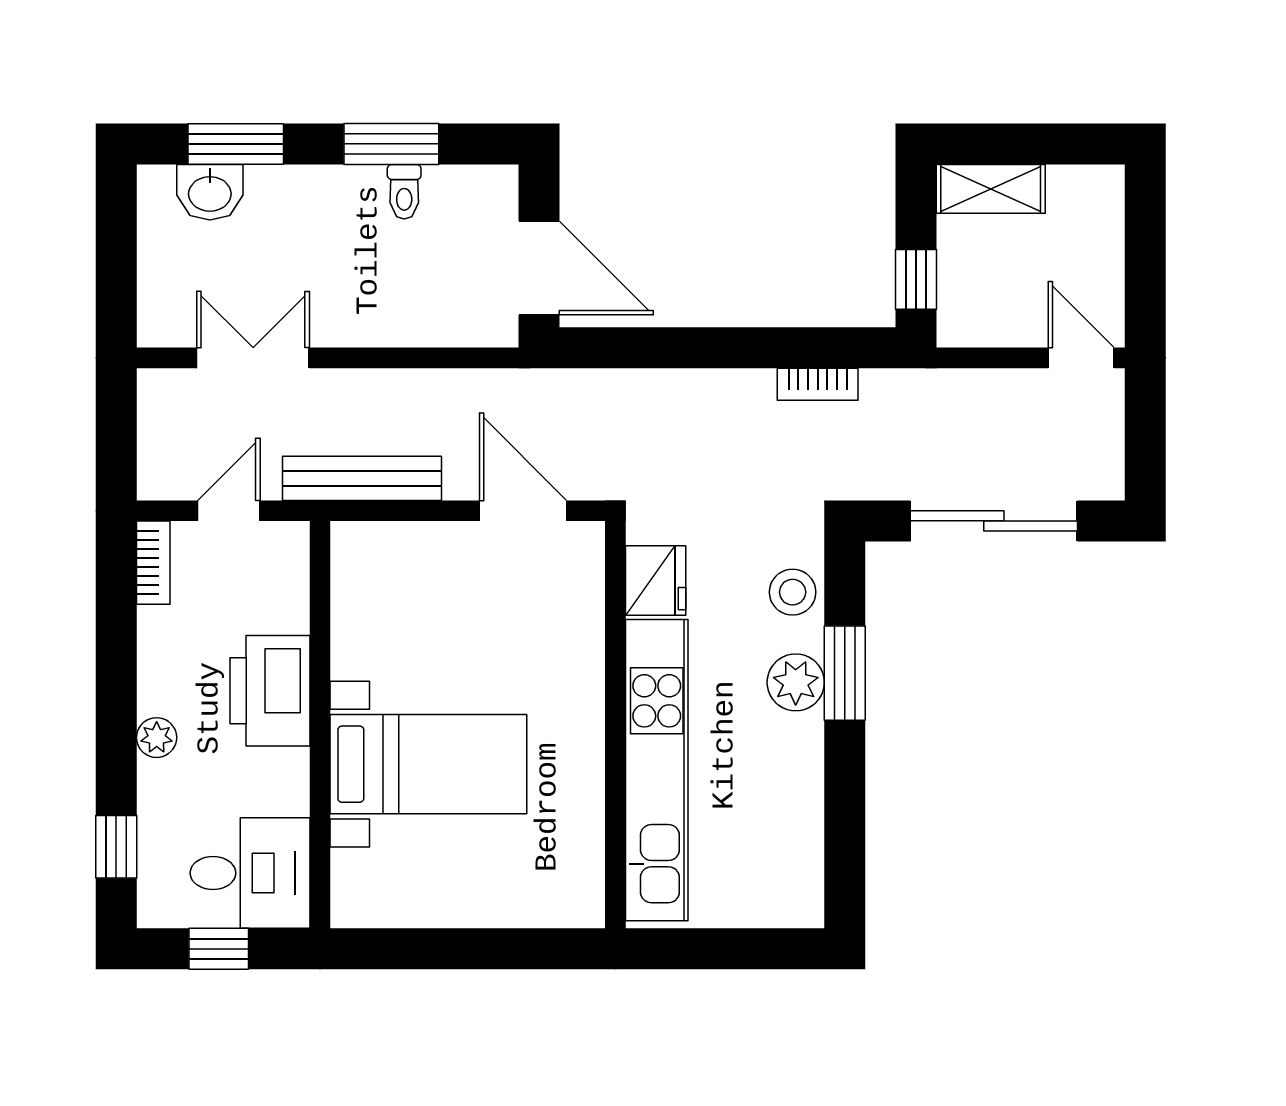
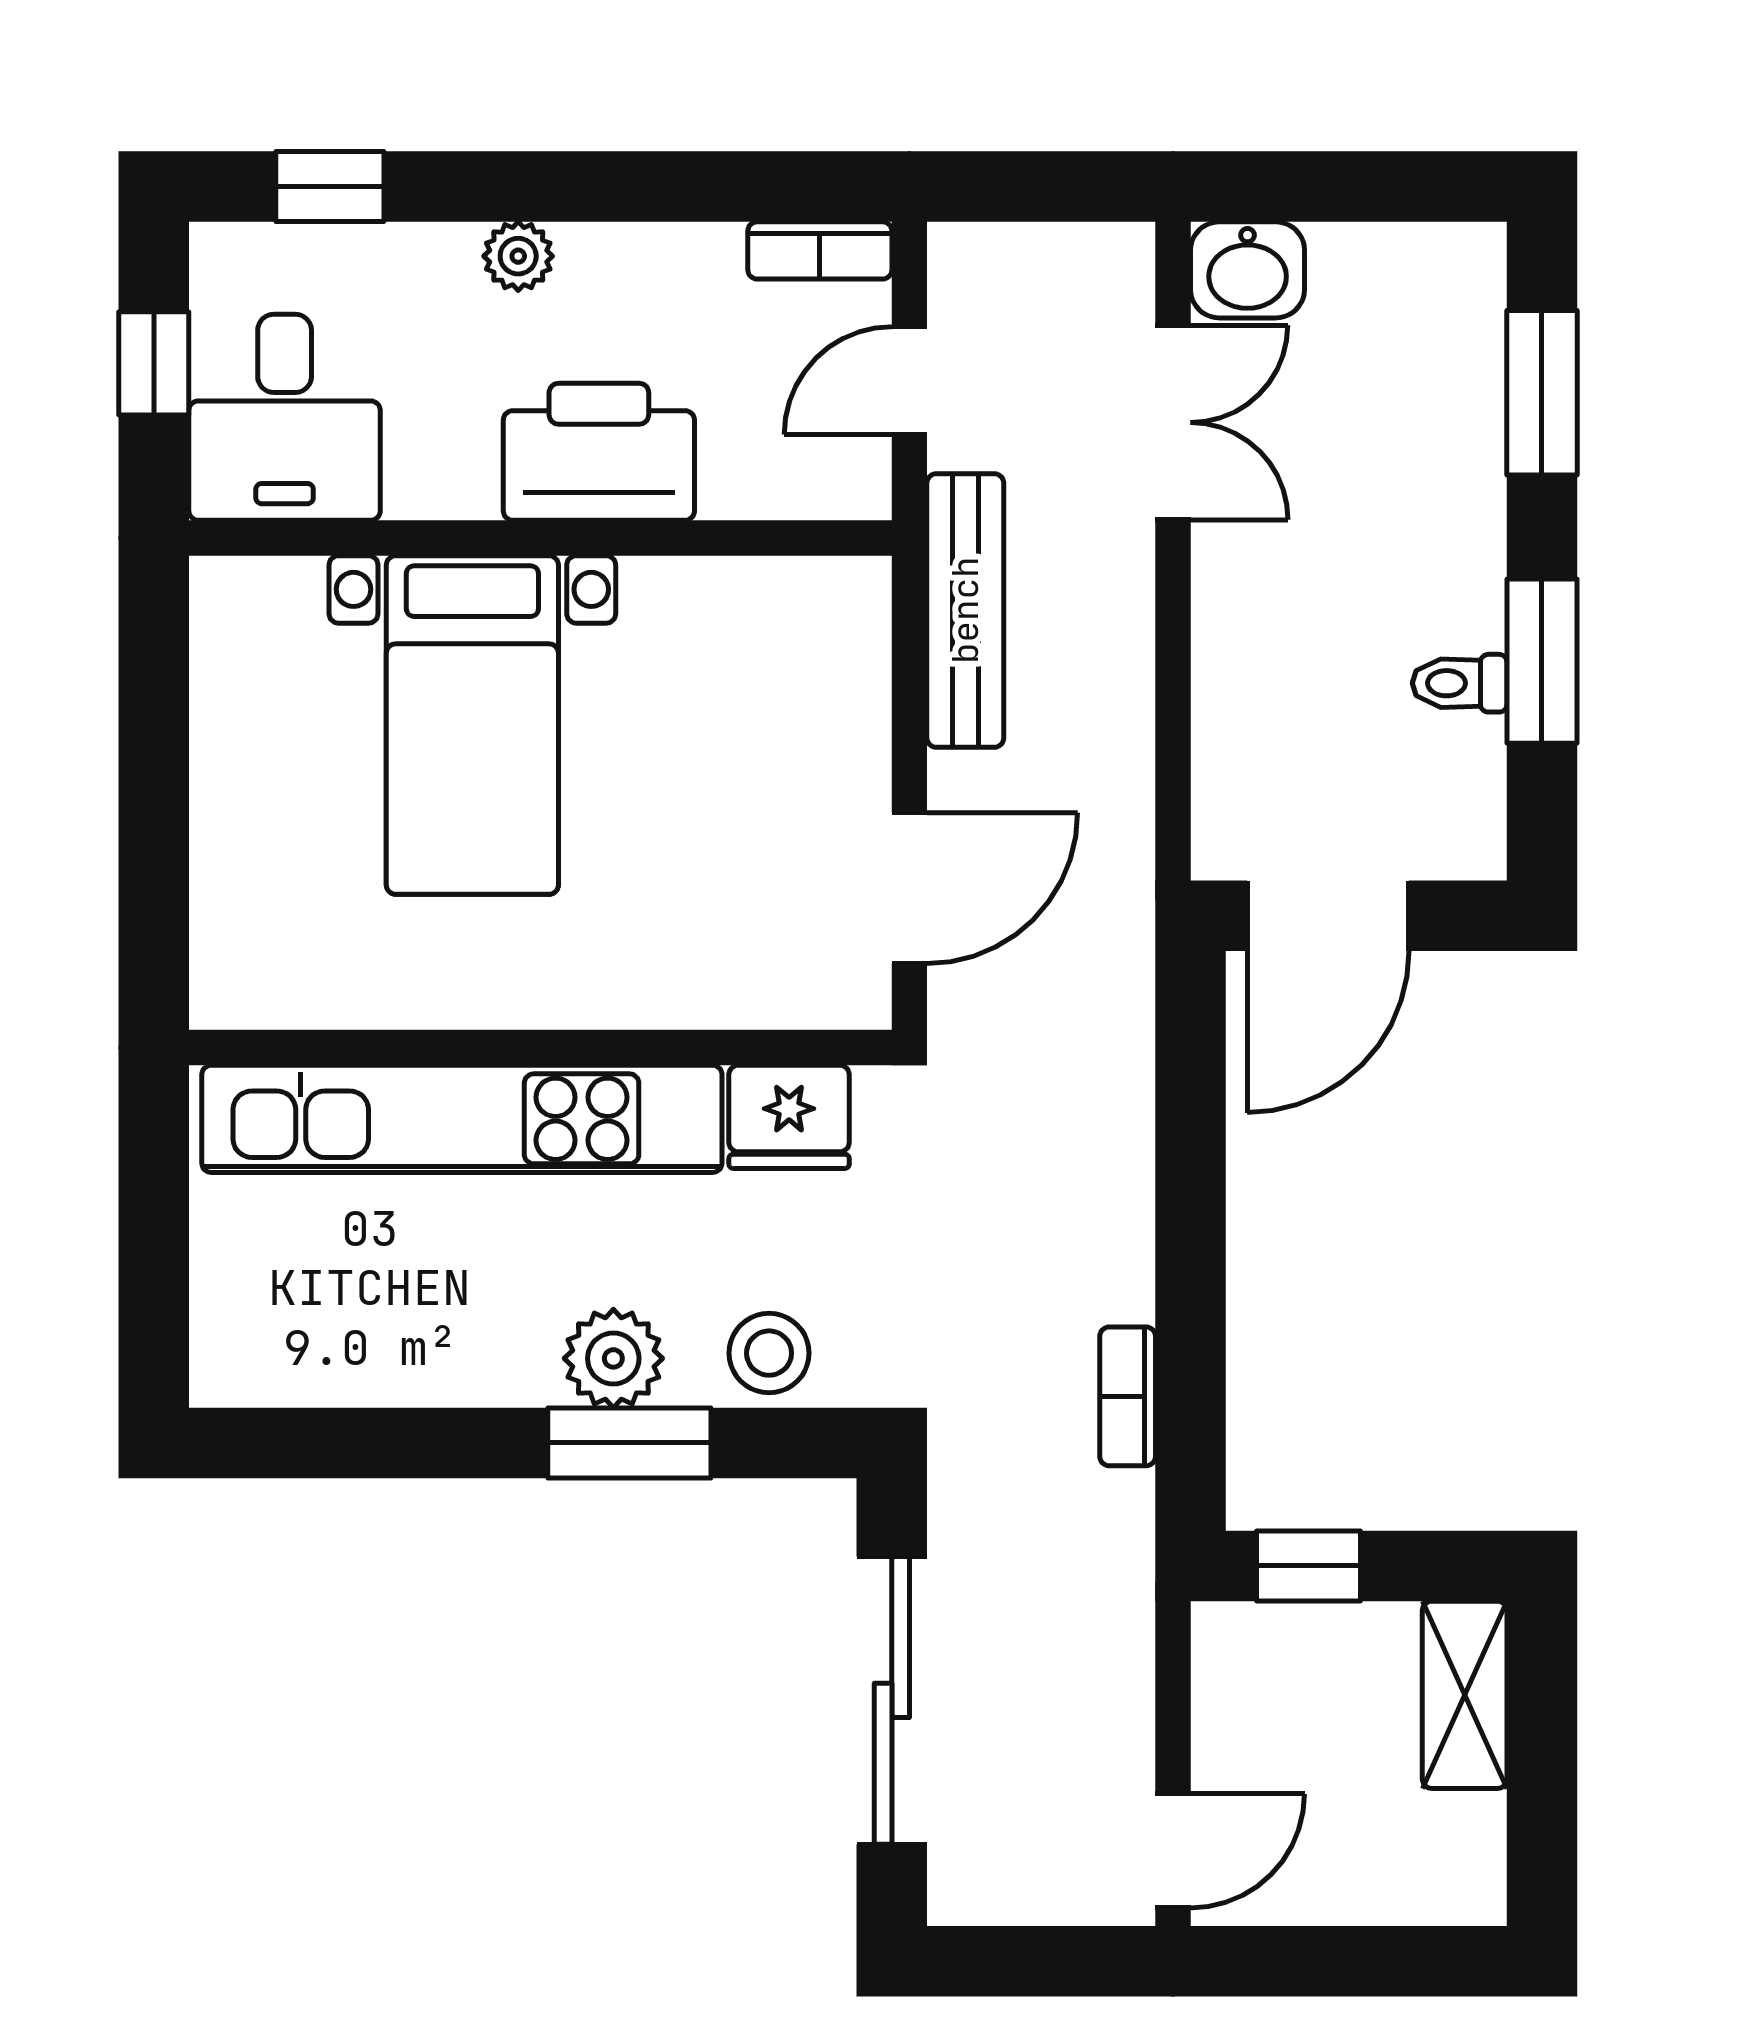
washbasin: (210, 192) -> (1248, 270), moved, turned -90
door: (229, 511) -> (909, 381), swing flipped

